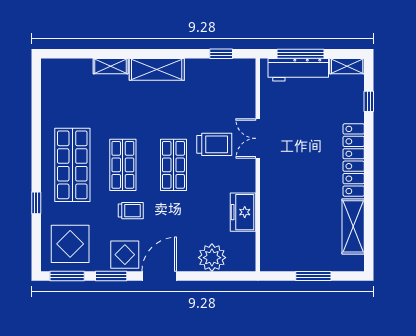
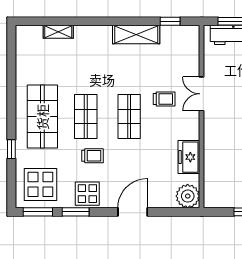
shelving: (111, 66) -> (58, 32), moved
shelving: (157, 69) -> (136, 35), moved
trolley: (214, 144) -> (164, 99), width x0.73, depth x0.72
plant: (212, 258) -> (188, 196), moved
door: (159, 276) -> (133, 212), moved

